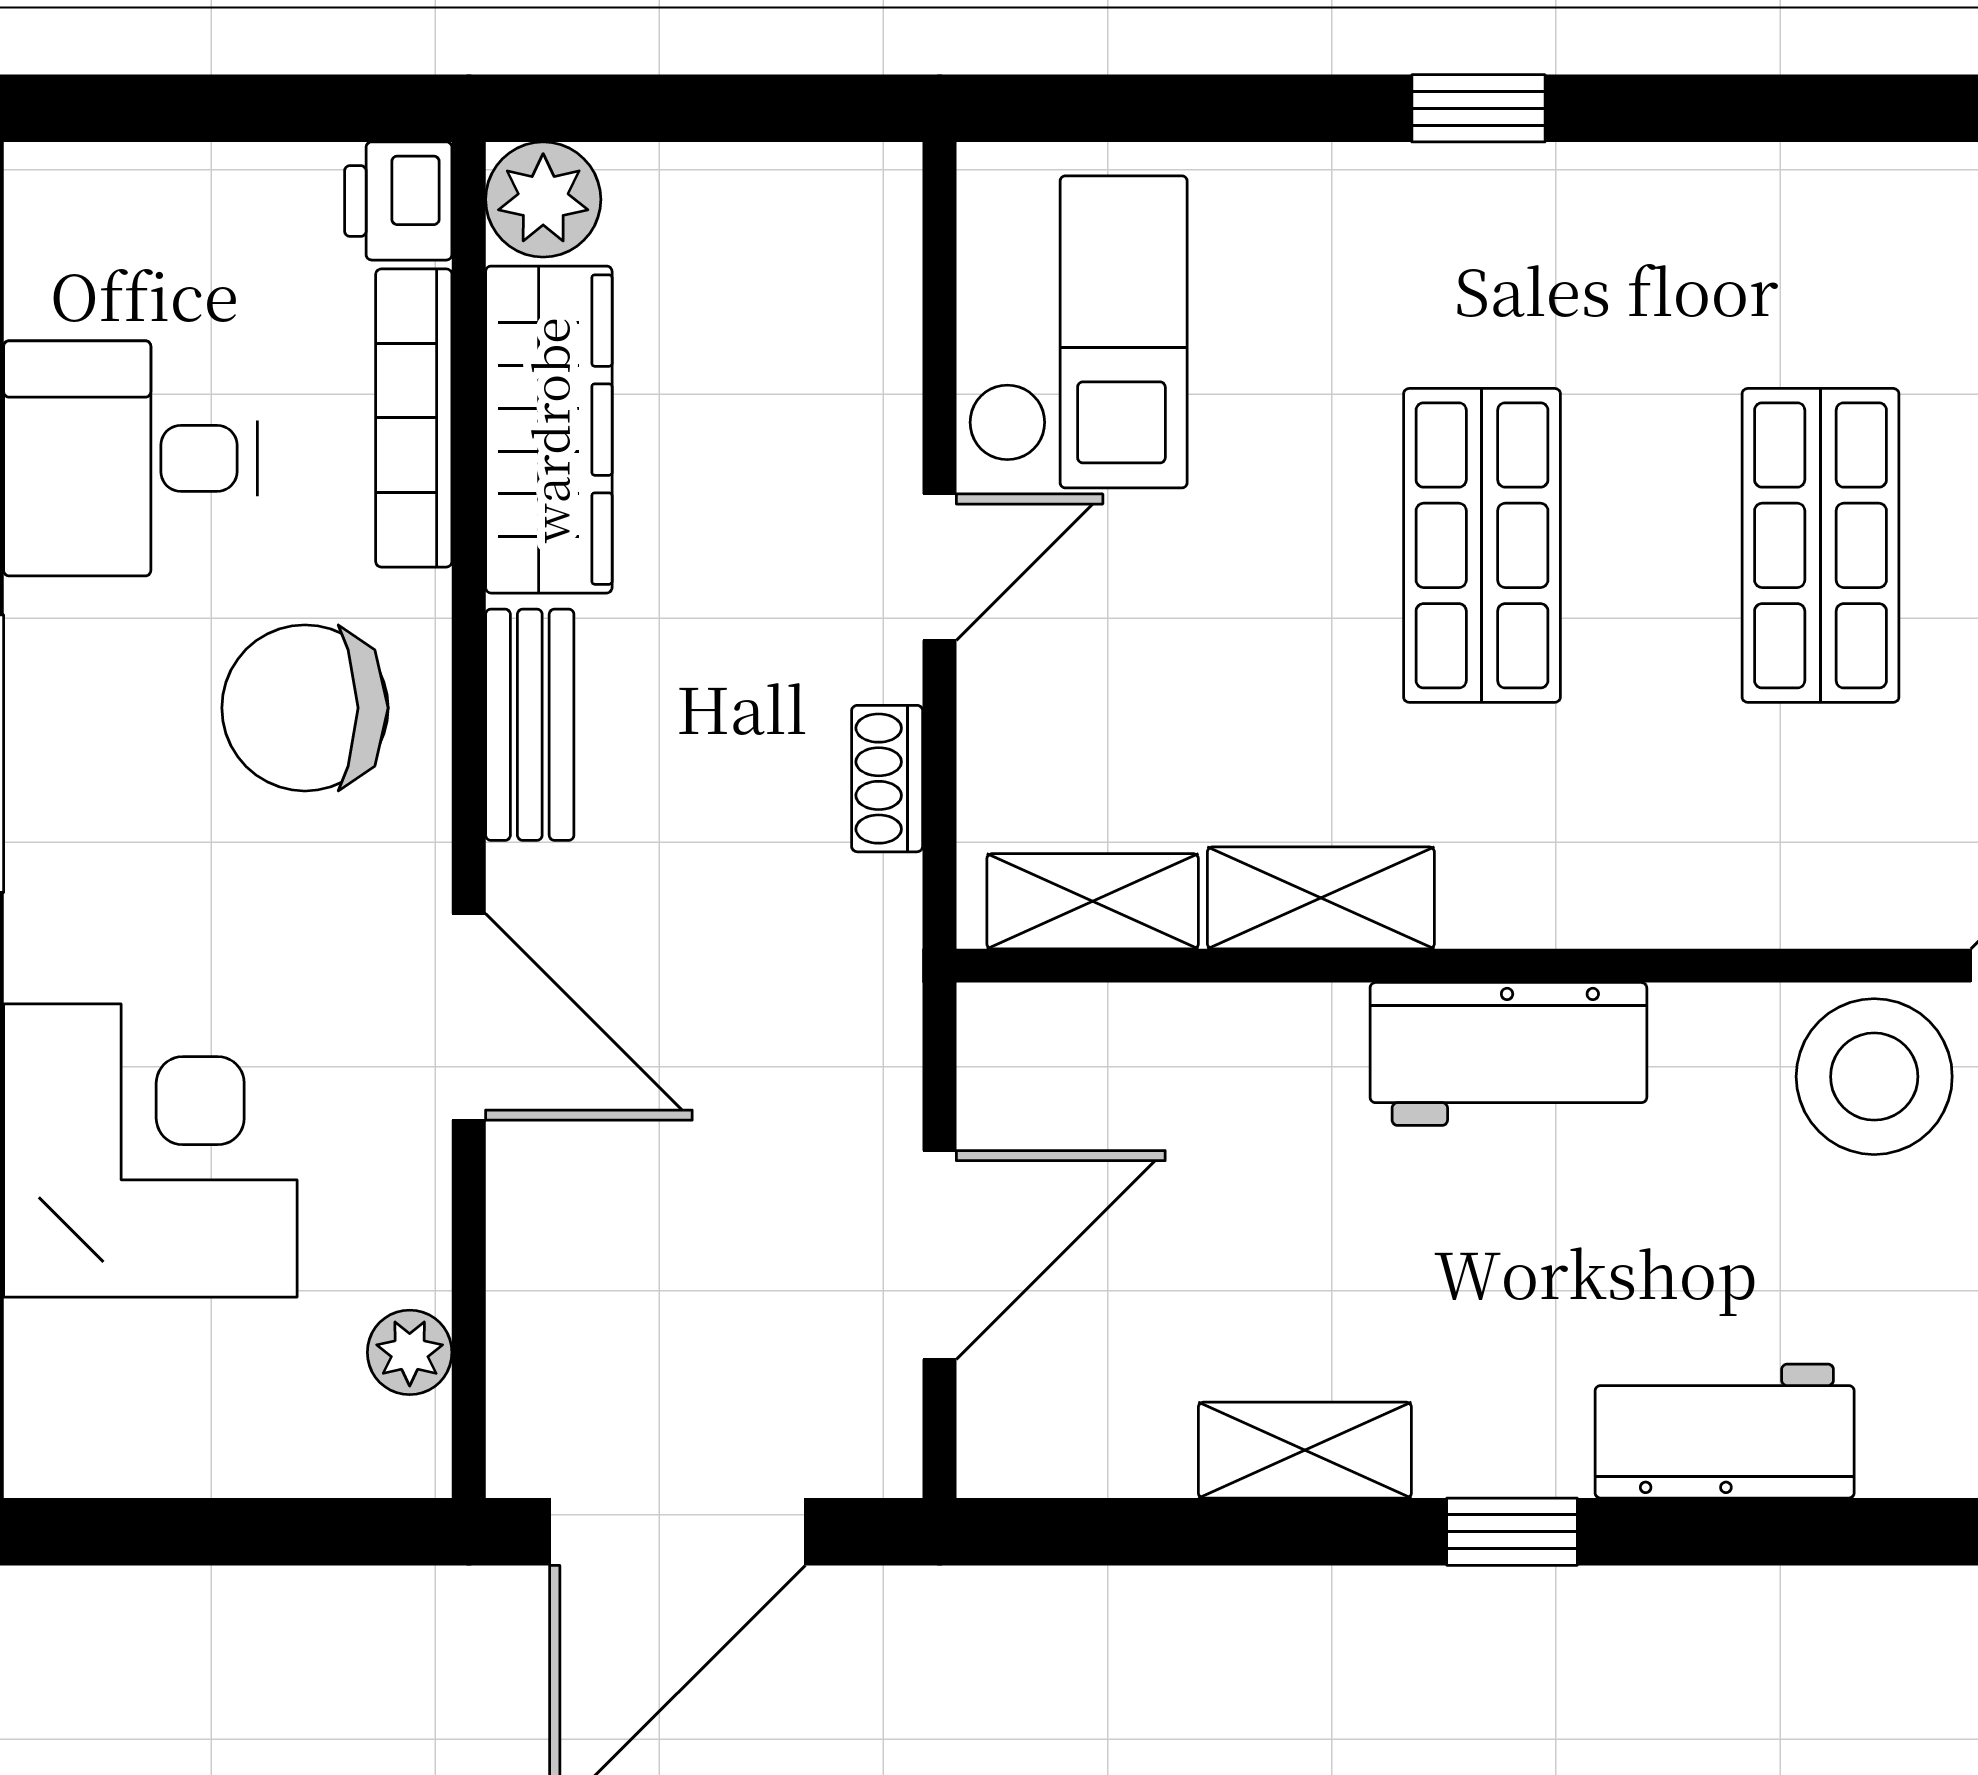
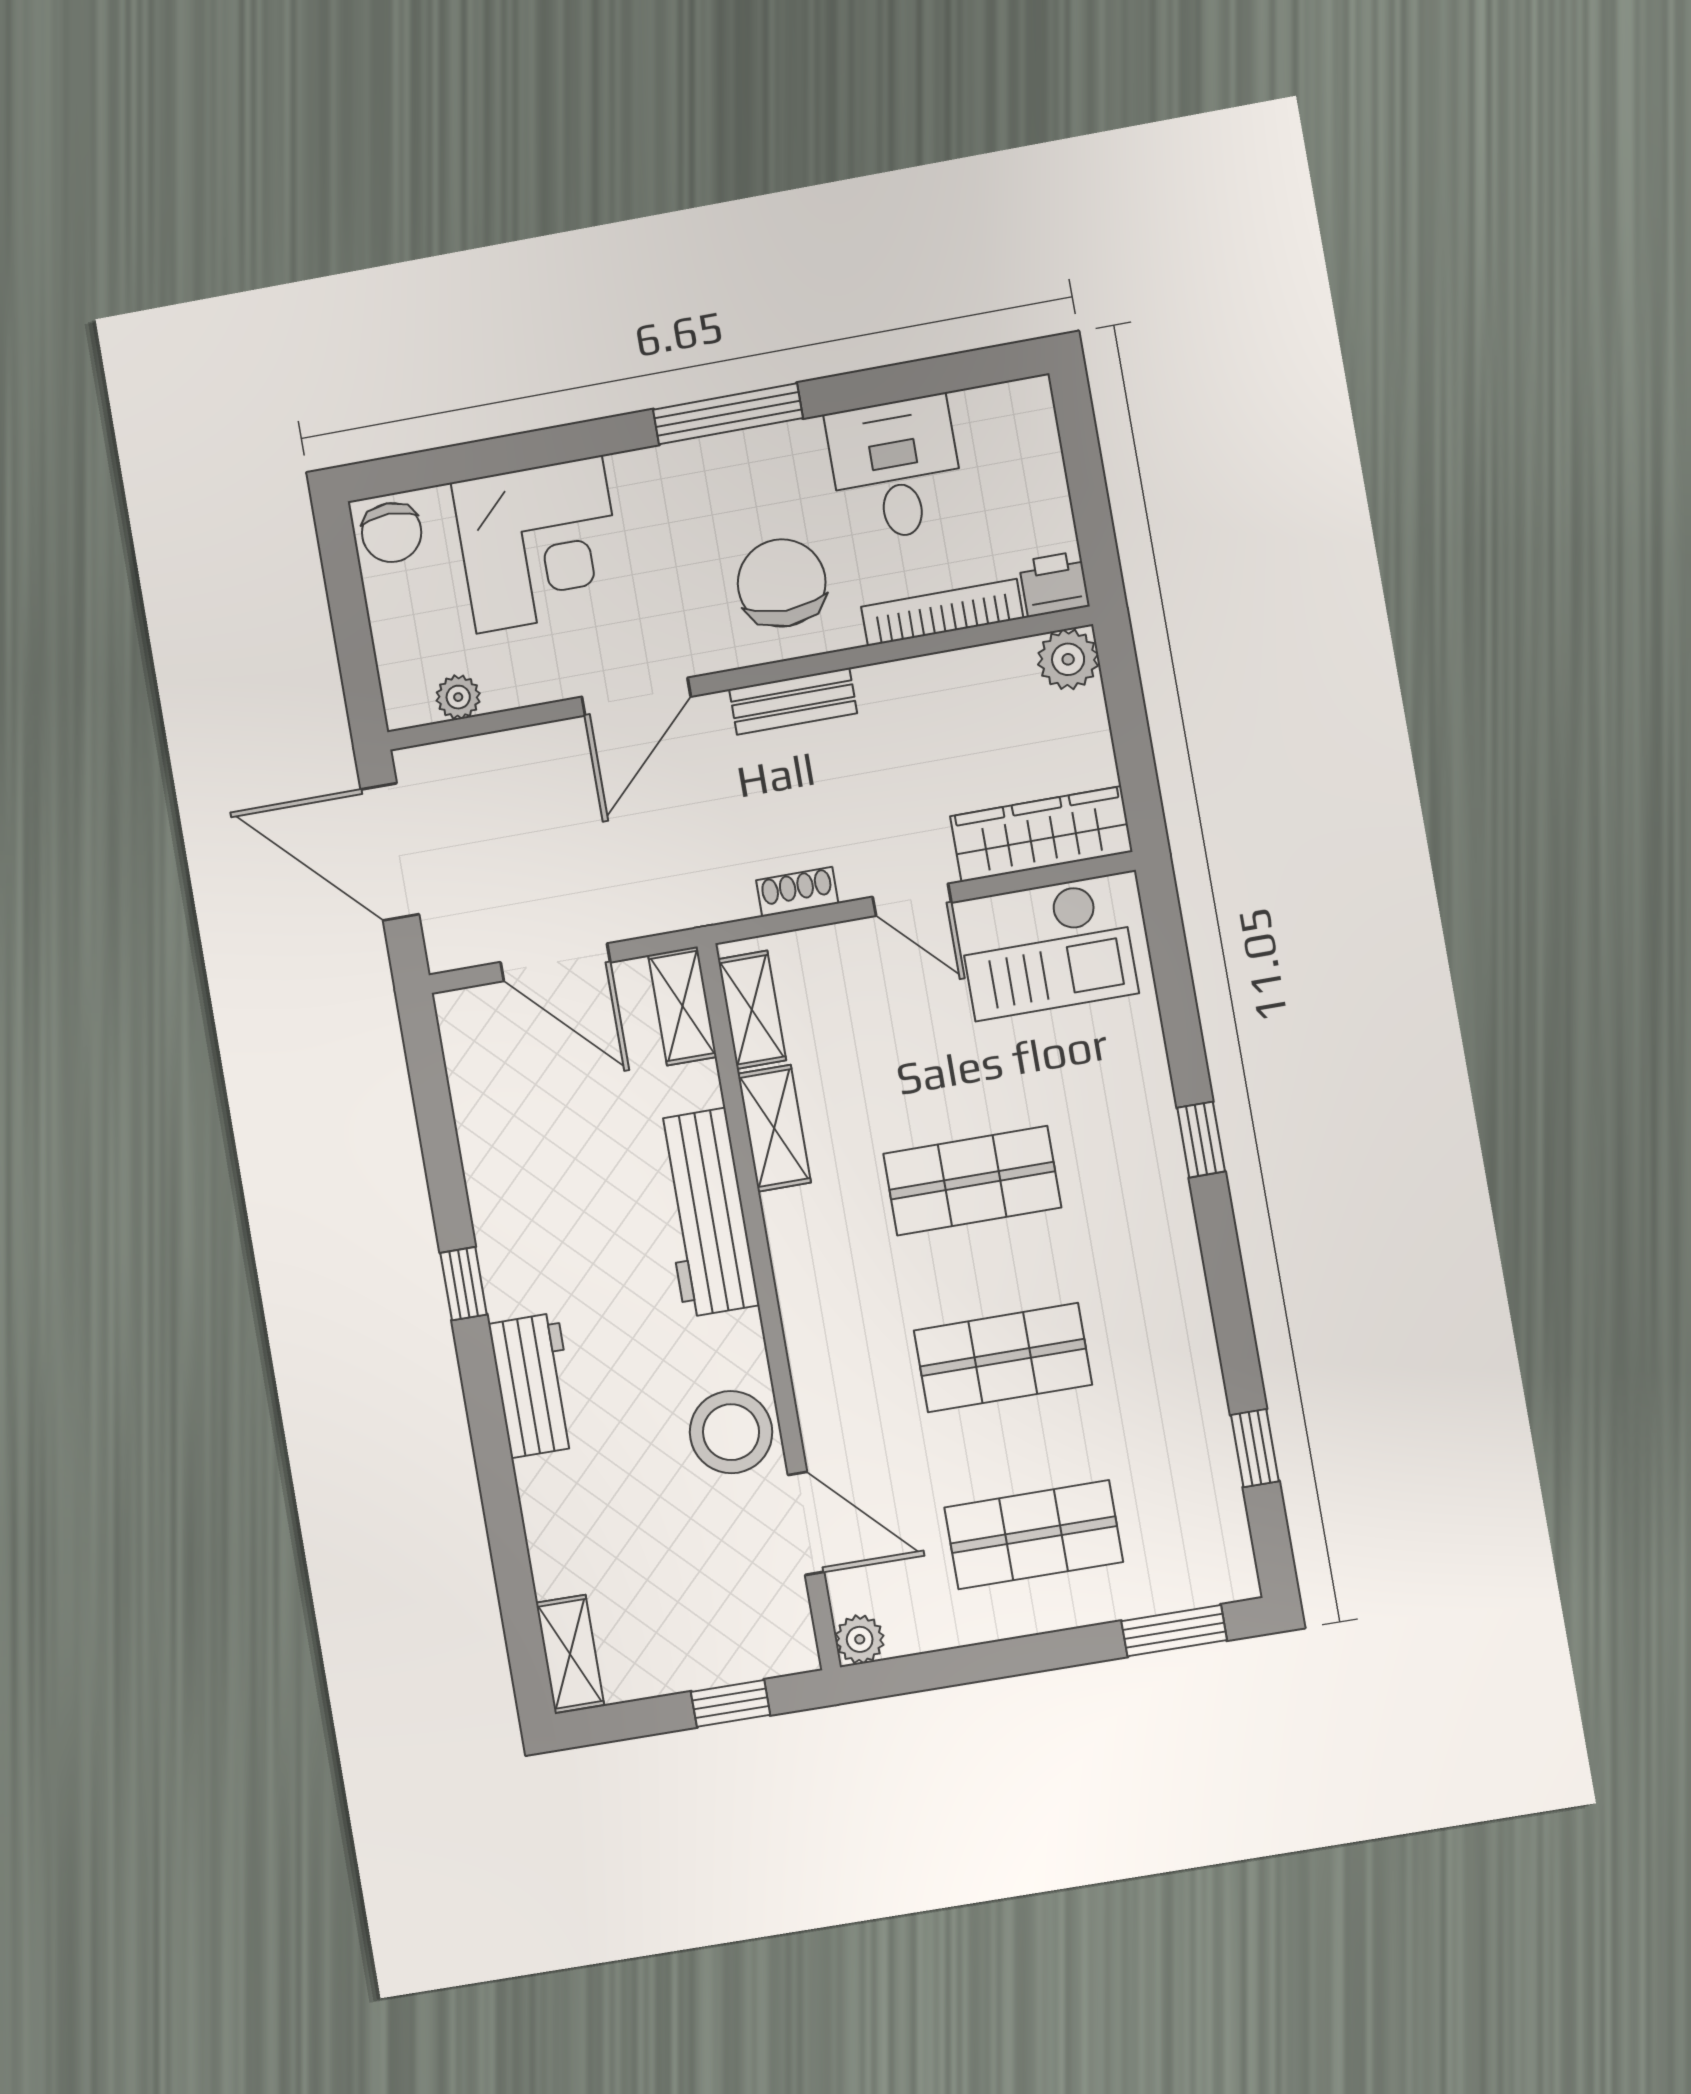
wardrobe: (549, 430) -> (1041, 834), moved, turned 180
workbench: (1508, 1054) -> (705, 1213), width x1.38
chair: (78, 1425) -> (392, 533), added
shelving: (1305, 1450) -> (682, 1006), moved

